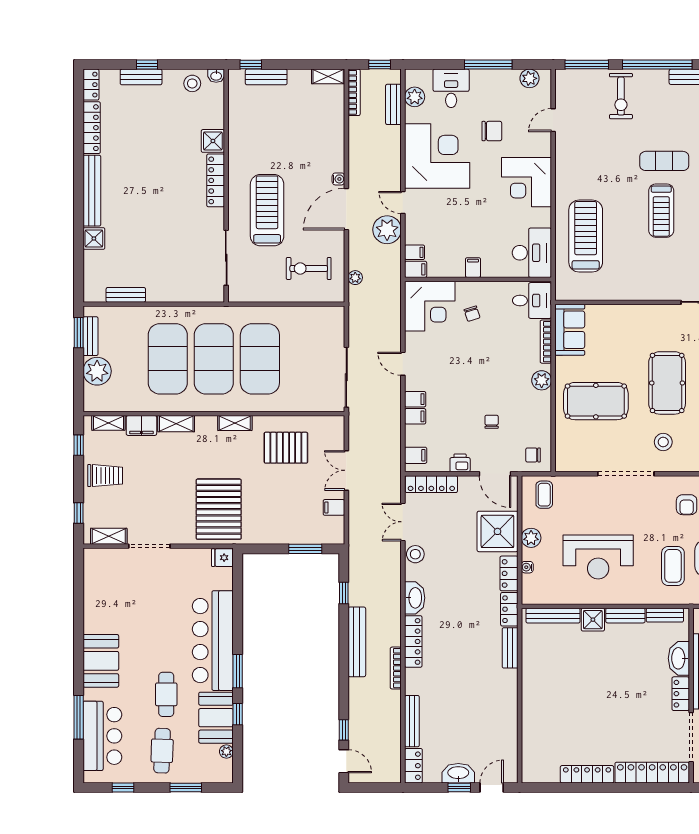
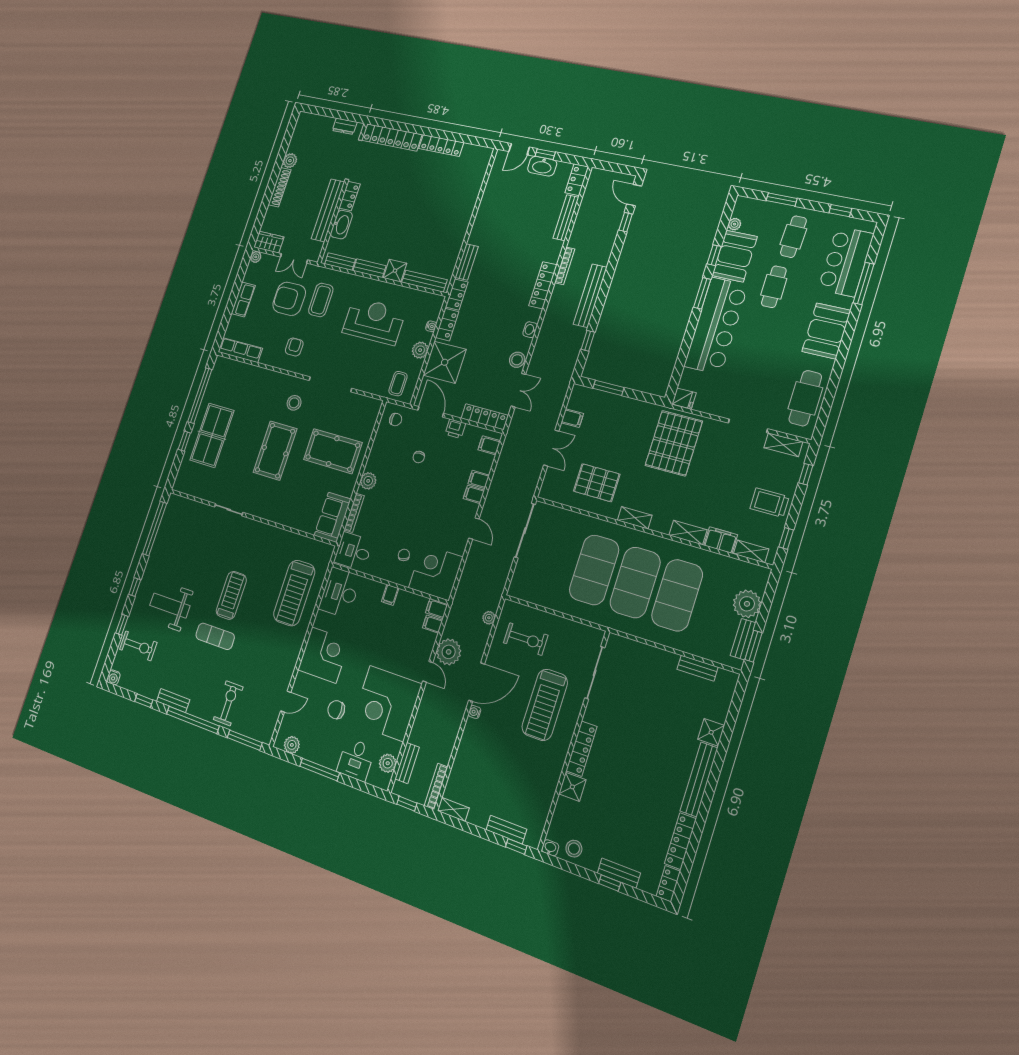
cafe table: (101, 588) -> (805, 398), added
washbasin: (415, 598) -> (530, 330), width x0.52, depth x0.69

